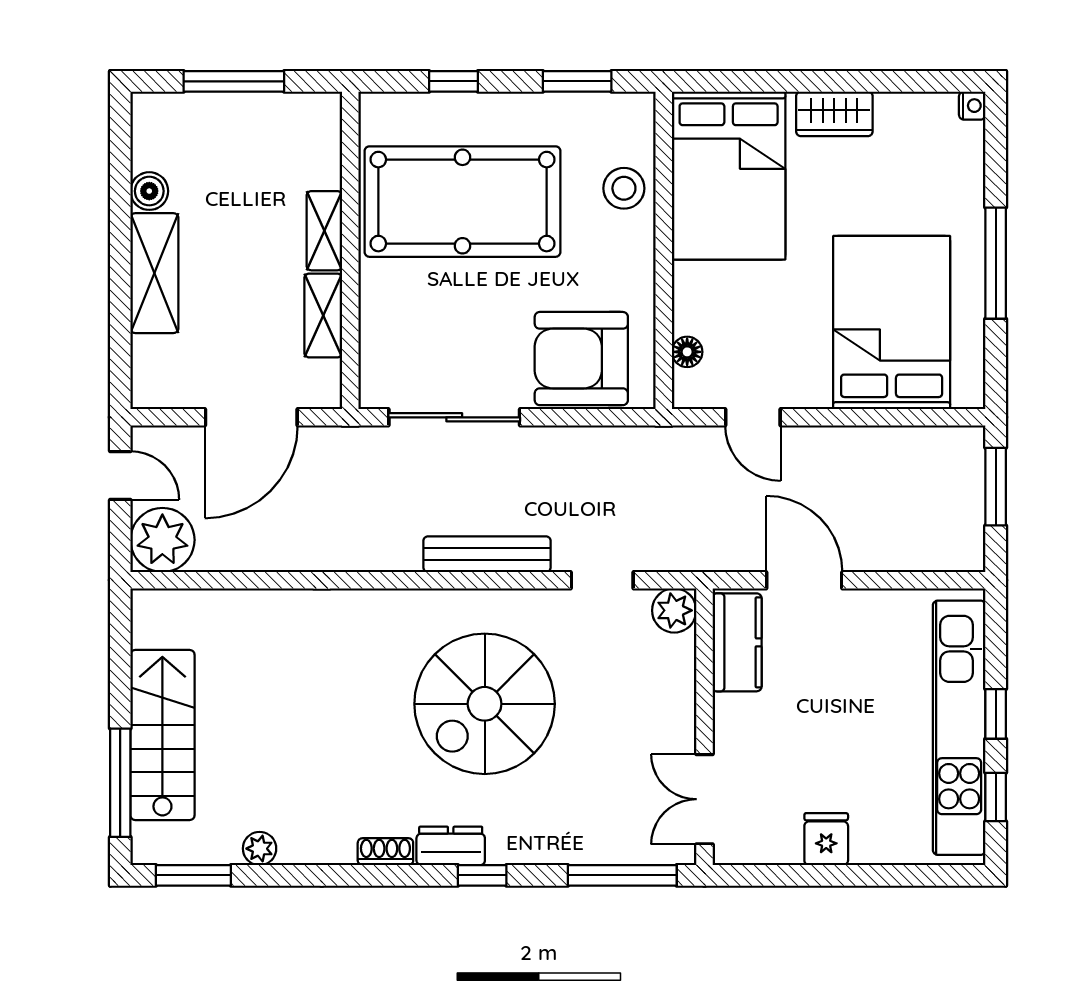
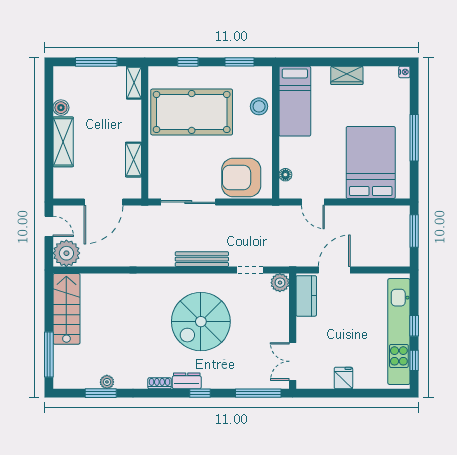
bed: (729, 176) -> (295, 101), width x0.67
shelving: (324, 231) -> (134, 83), moved
door: (804, 580) -> (334, 270), hinge flipped
stairs: (162, 735) -> (66, 309), moved
window: (193, 875) -> (101, 393), moved

